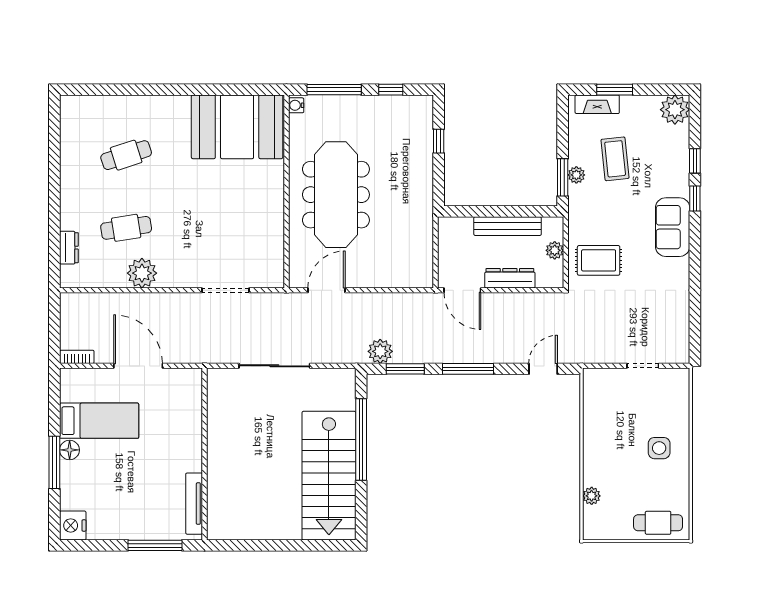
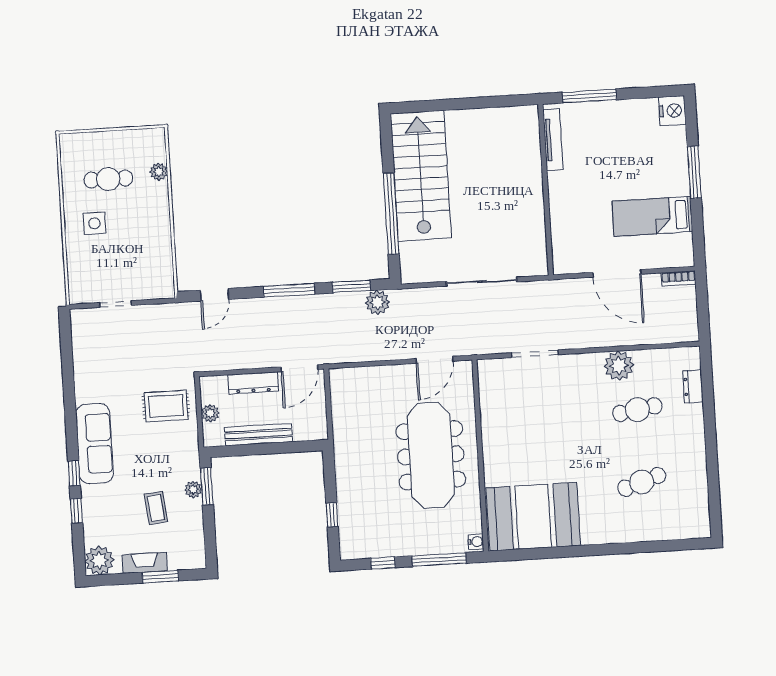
fireplace: (597, 104) -> (145, 563), moved
coffee table: (615, 159) -> (156, 508), width x0.73, depth x0.77
sofa: (673, 227) -> (94, 444), width x1.36
door: (462, 290) -> (299, 368), swing flipped
floor lamp: (70, 450) -> (680, 185), removed
cafe table: (658, 523) -> (108, 179), moved

